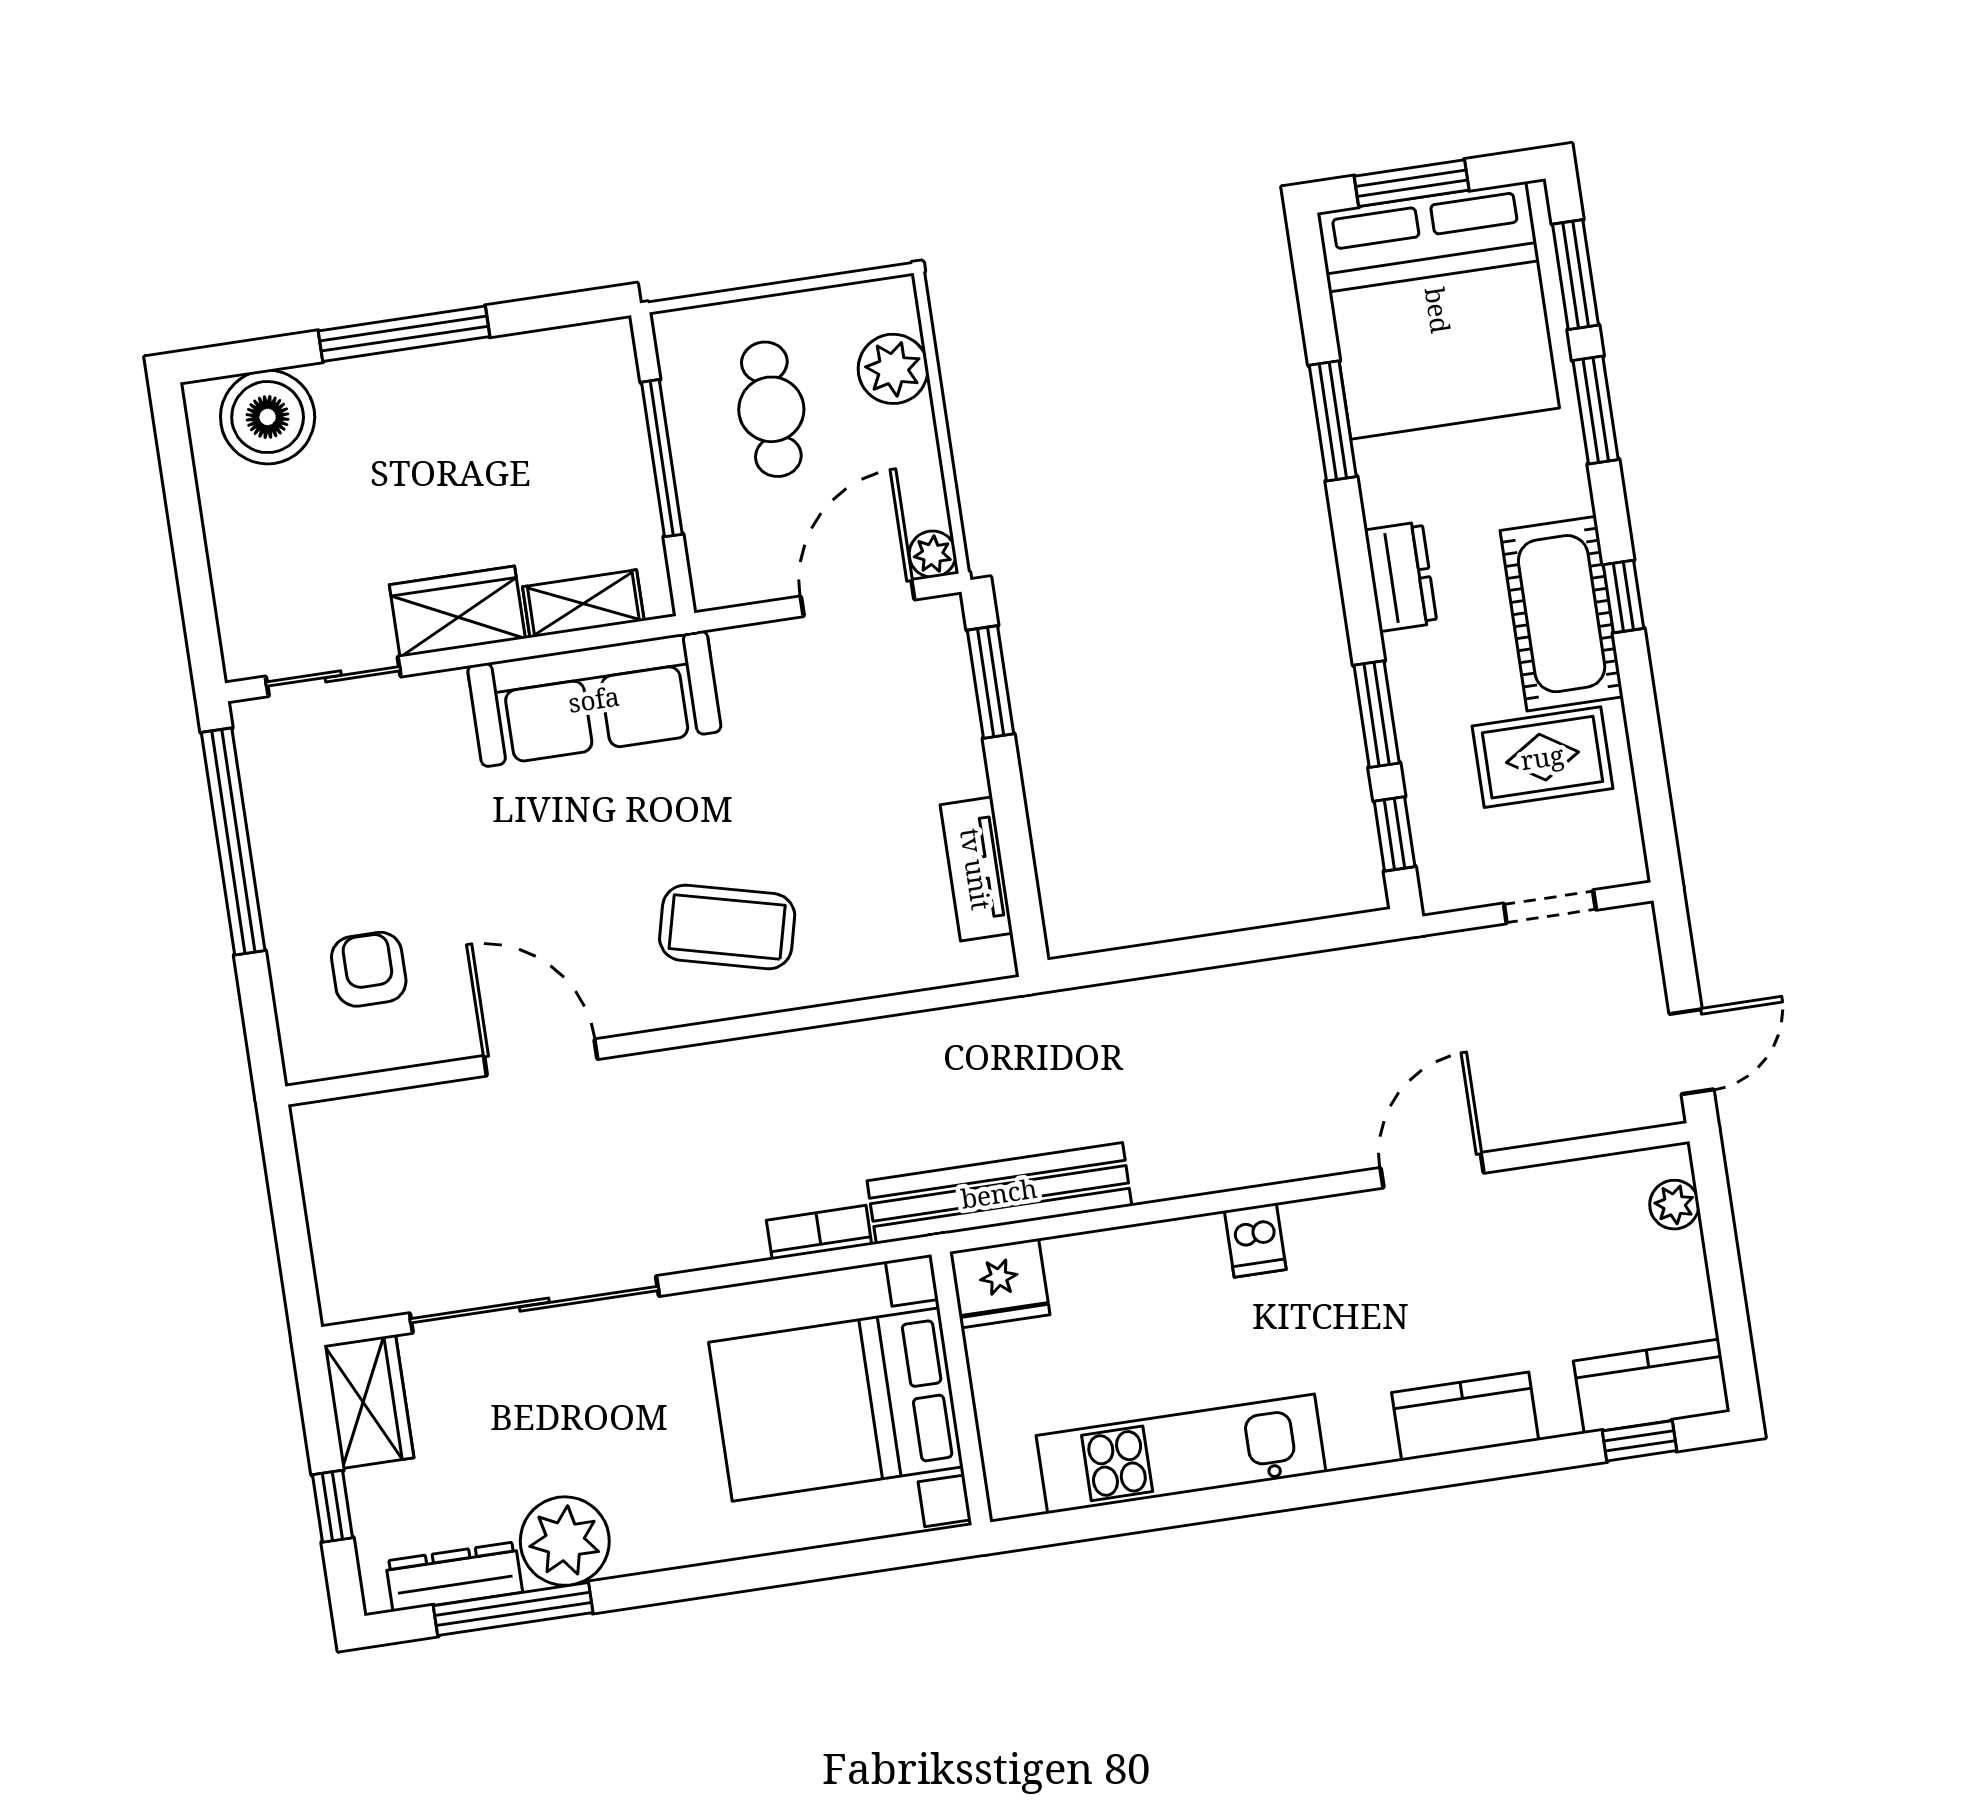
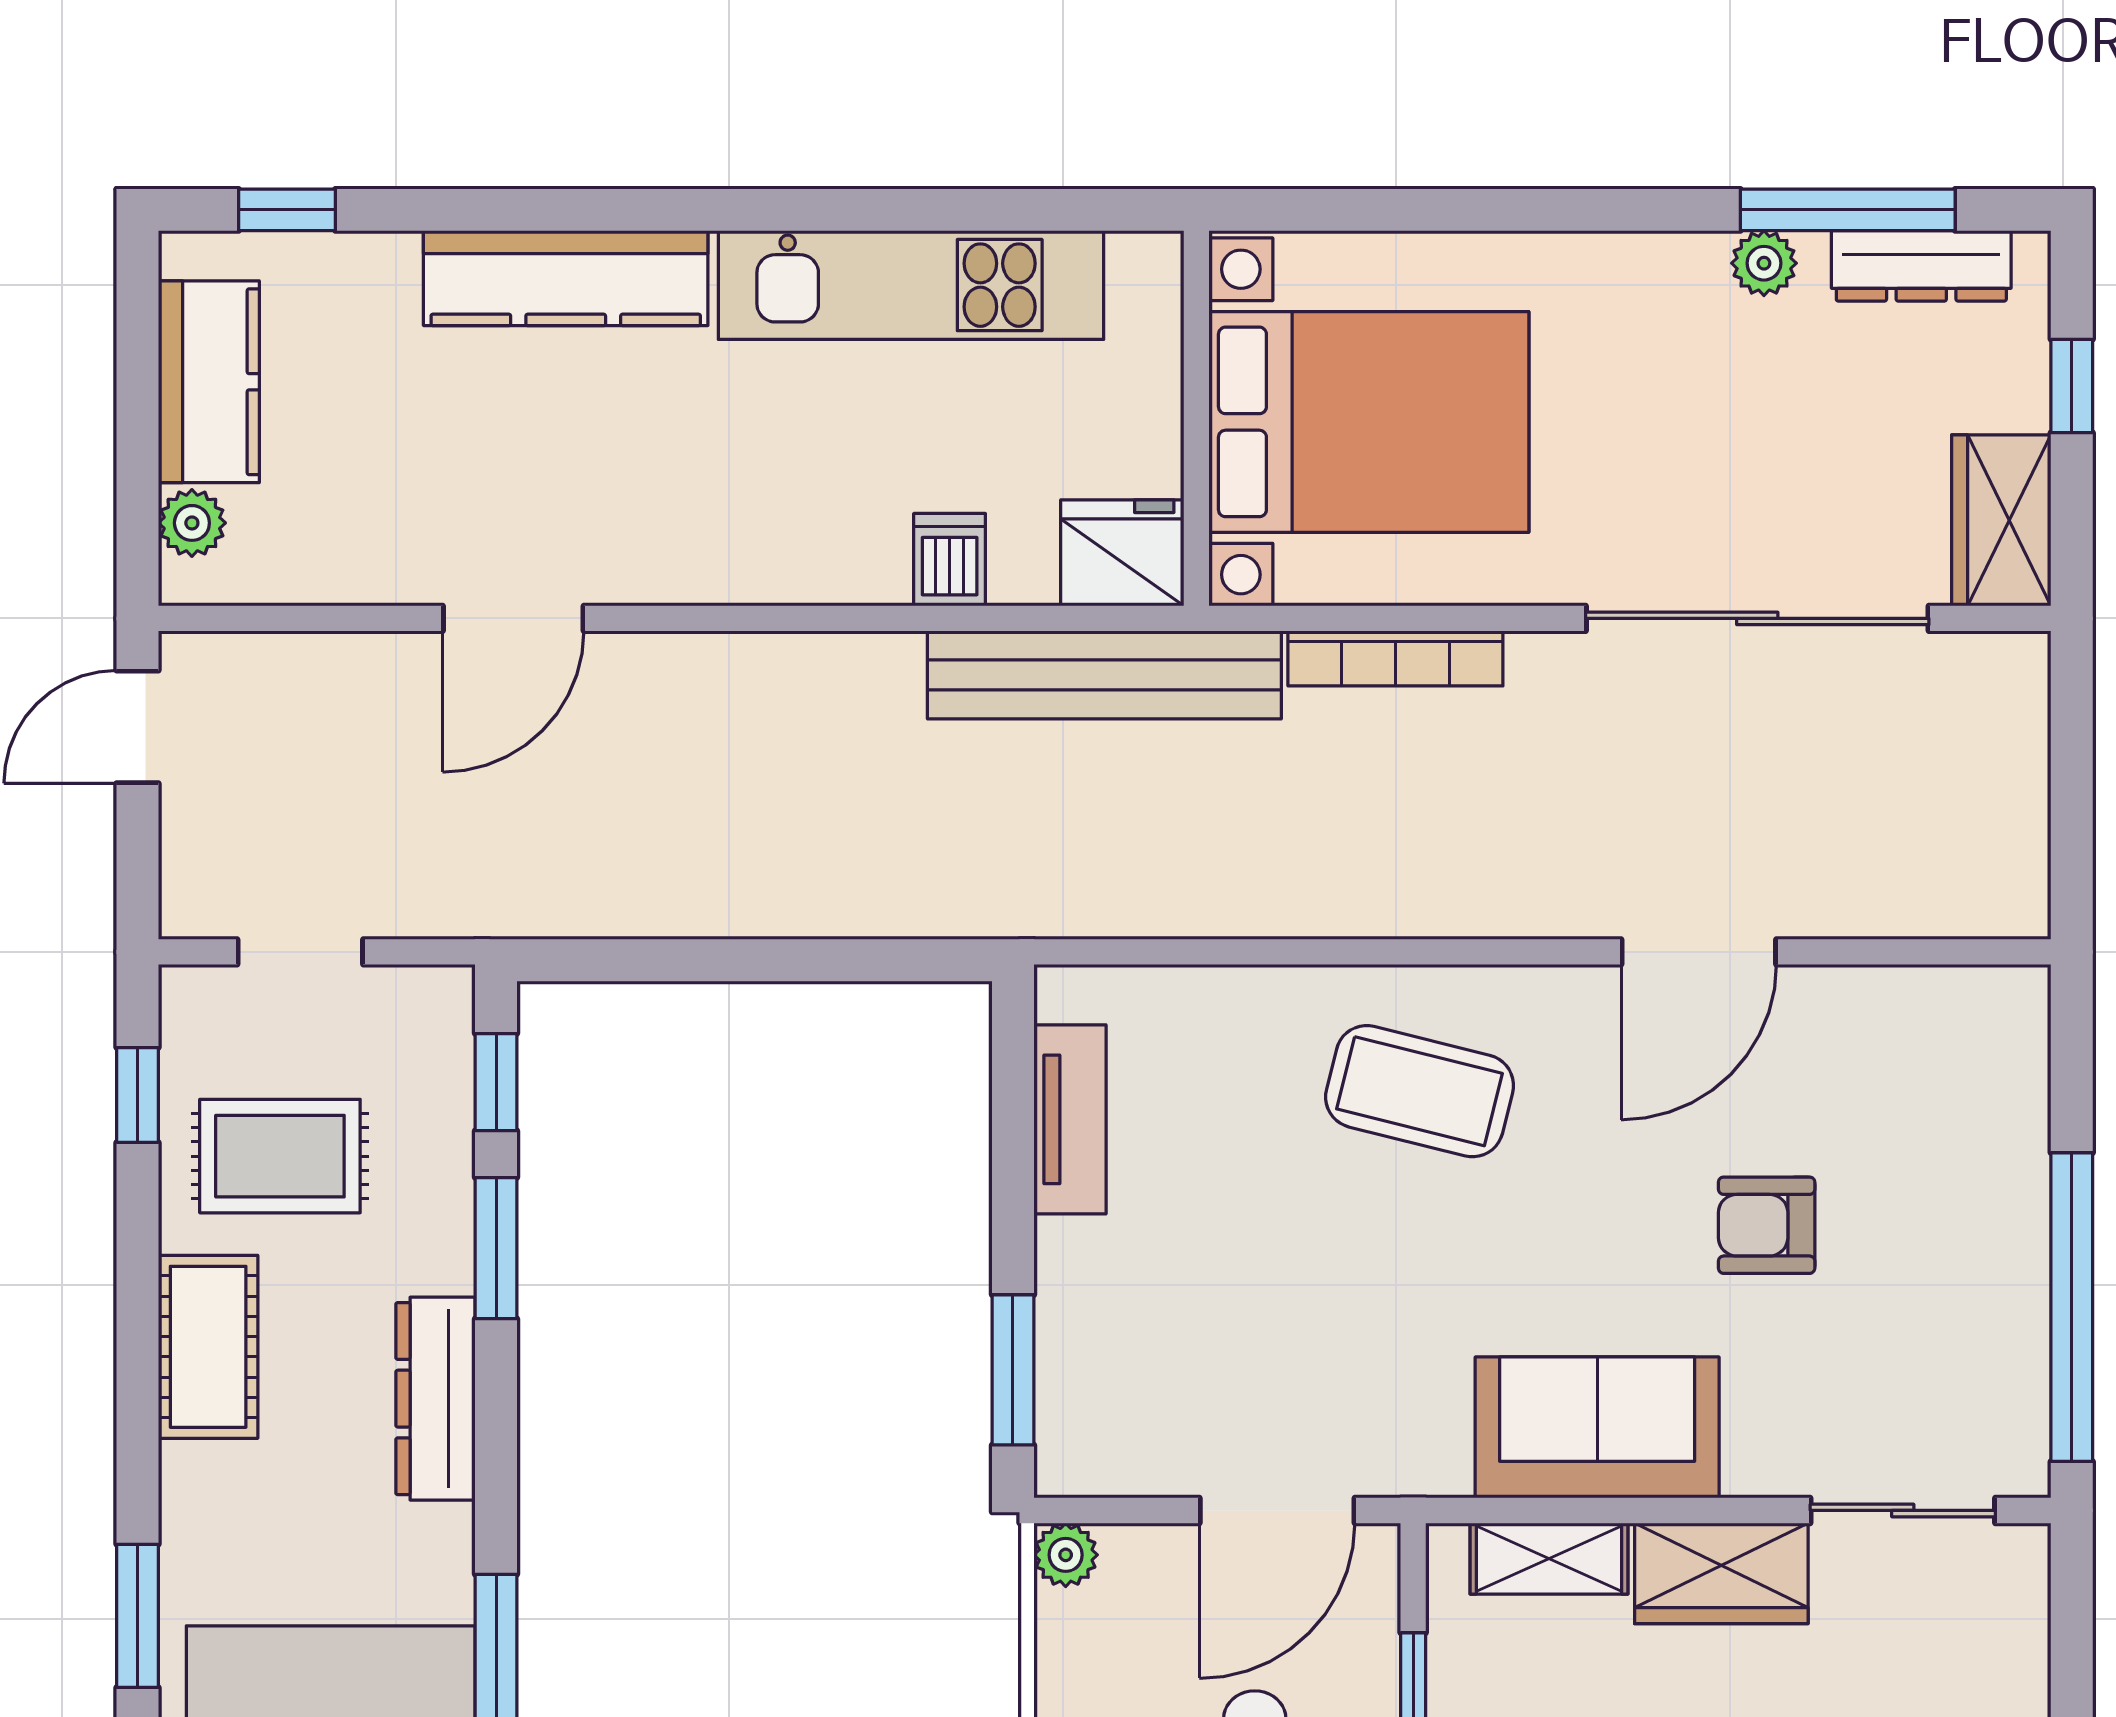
dresser: (1401, 577) -> (435, 1399), width x1.44
window: (1624, 596) -> (138, 1095), moved
door: (858, 598) -> (1277, 1510), moved
cot: (1562, 614) -> (208, 1347), width x0.73, depth x0.75
sofa: (594, 699) -> (1597, 1427), width x0.73
armchair: (369, 969) -> (1767, 1225), moved, turned 90
door: (541, 1058) -> (1699, 952), hinge flipped
bookcase: (819, 1232) -> (1395, 658), width x1.56
dishwasher: (1255, 1240) -> (950, 560), moved
kitchen counter: (1652, 1386) -> (209, 382), moved, turned -90
kitchen counter: (1465, 1416) -> (566, 278), width x1.50
plant: (565, 1541) -> (1764, 263), width x0.53, depth x0.53

